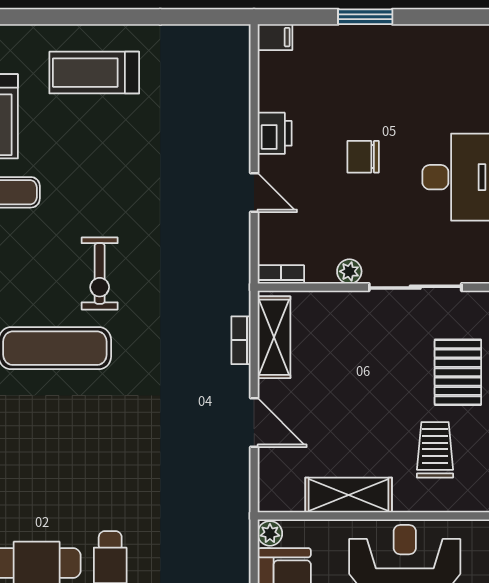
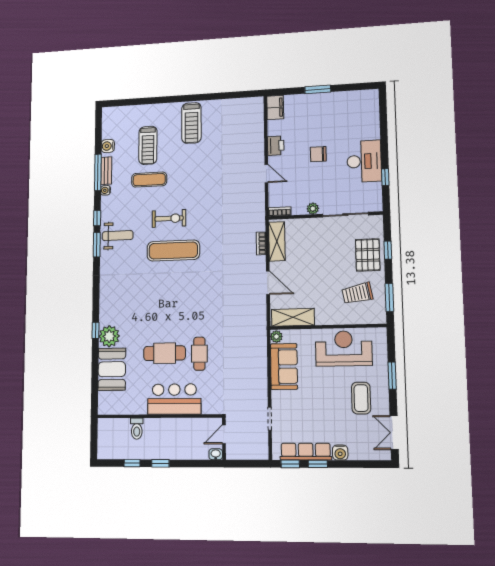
filing cabinet: (275, 37) -> (275, 107), width x2.00
treadmill: (94, 73) -> (191, 123), turned -90
exercise bike: (100, 273) -> (169, 218), moved, turned -90
trolley: (435, 450) -> (357, 293), turned -101
shelving: (349, 495) -> (293, 317), moved

